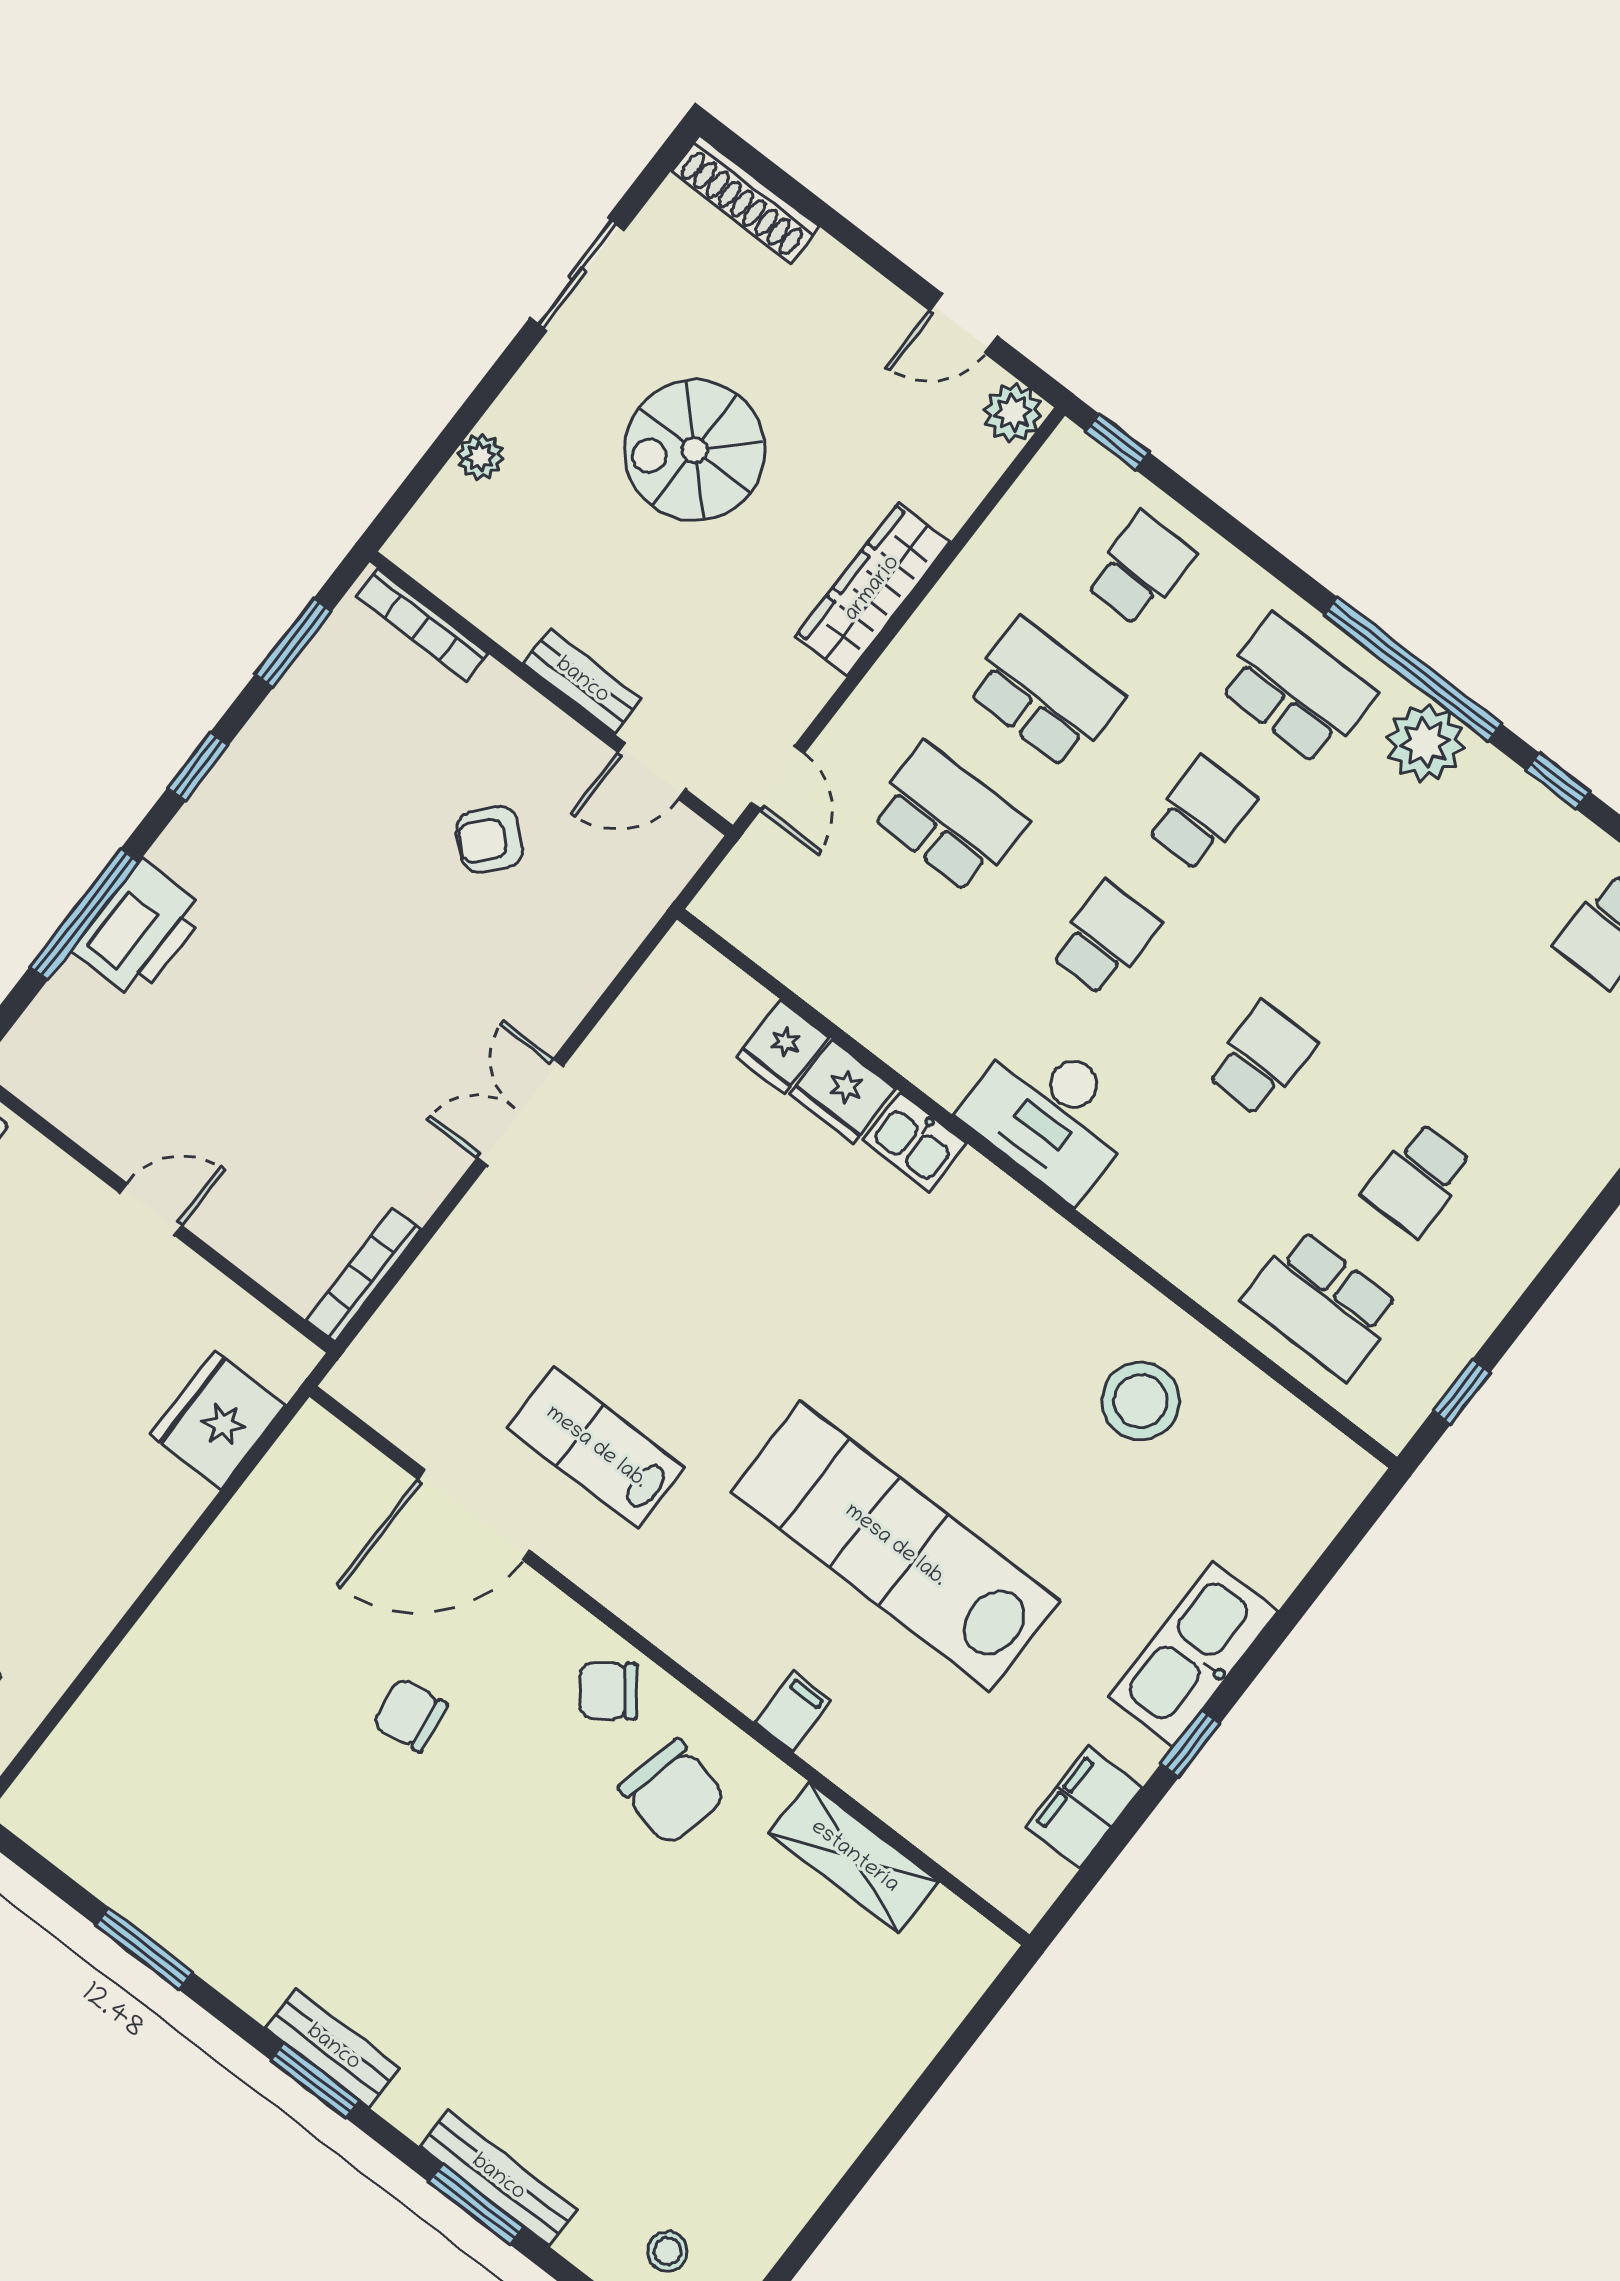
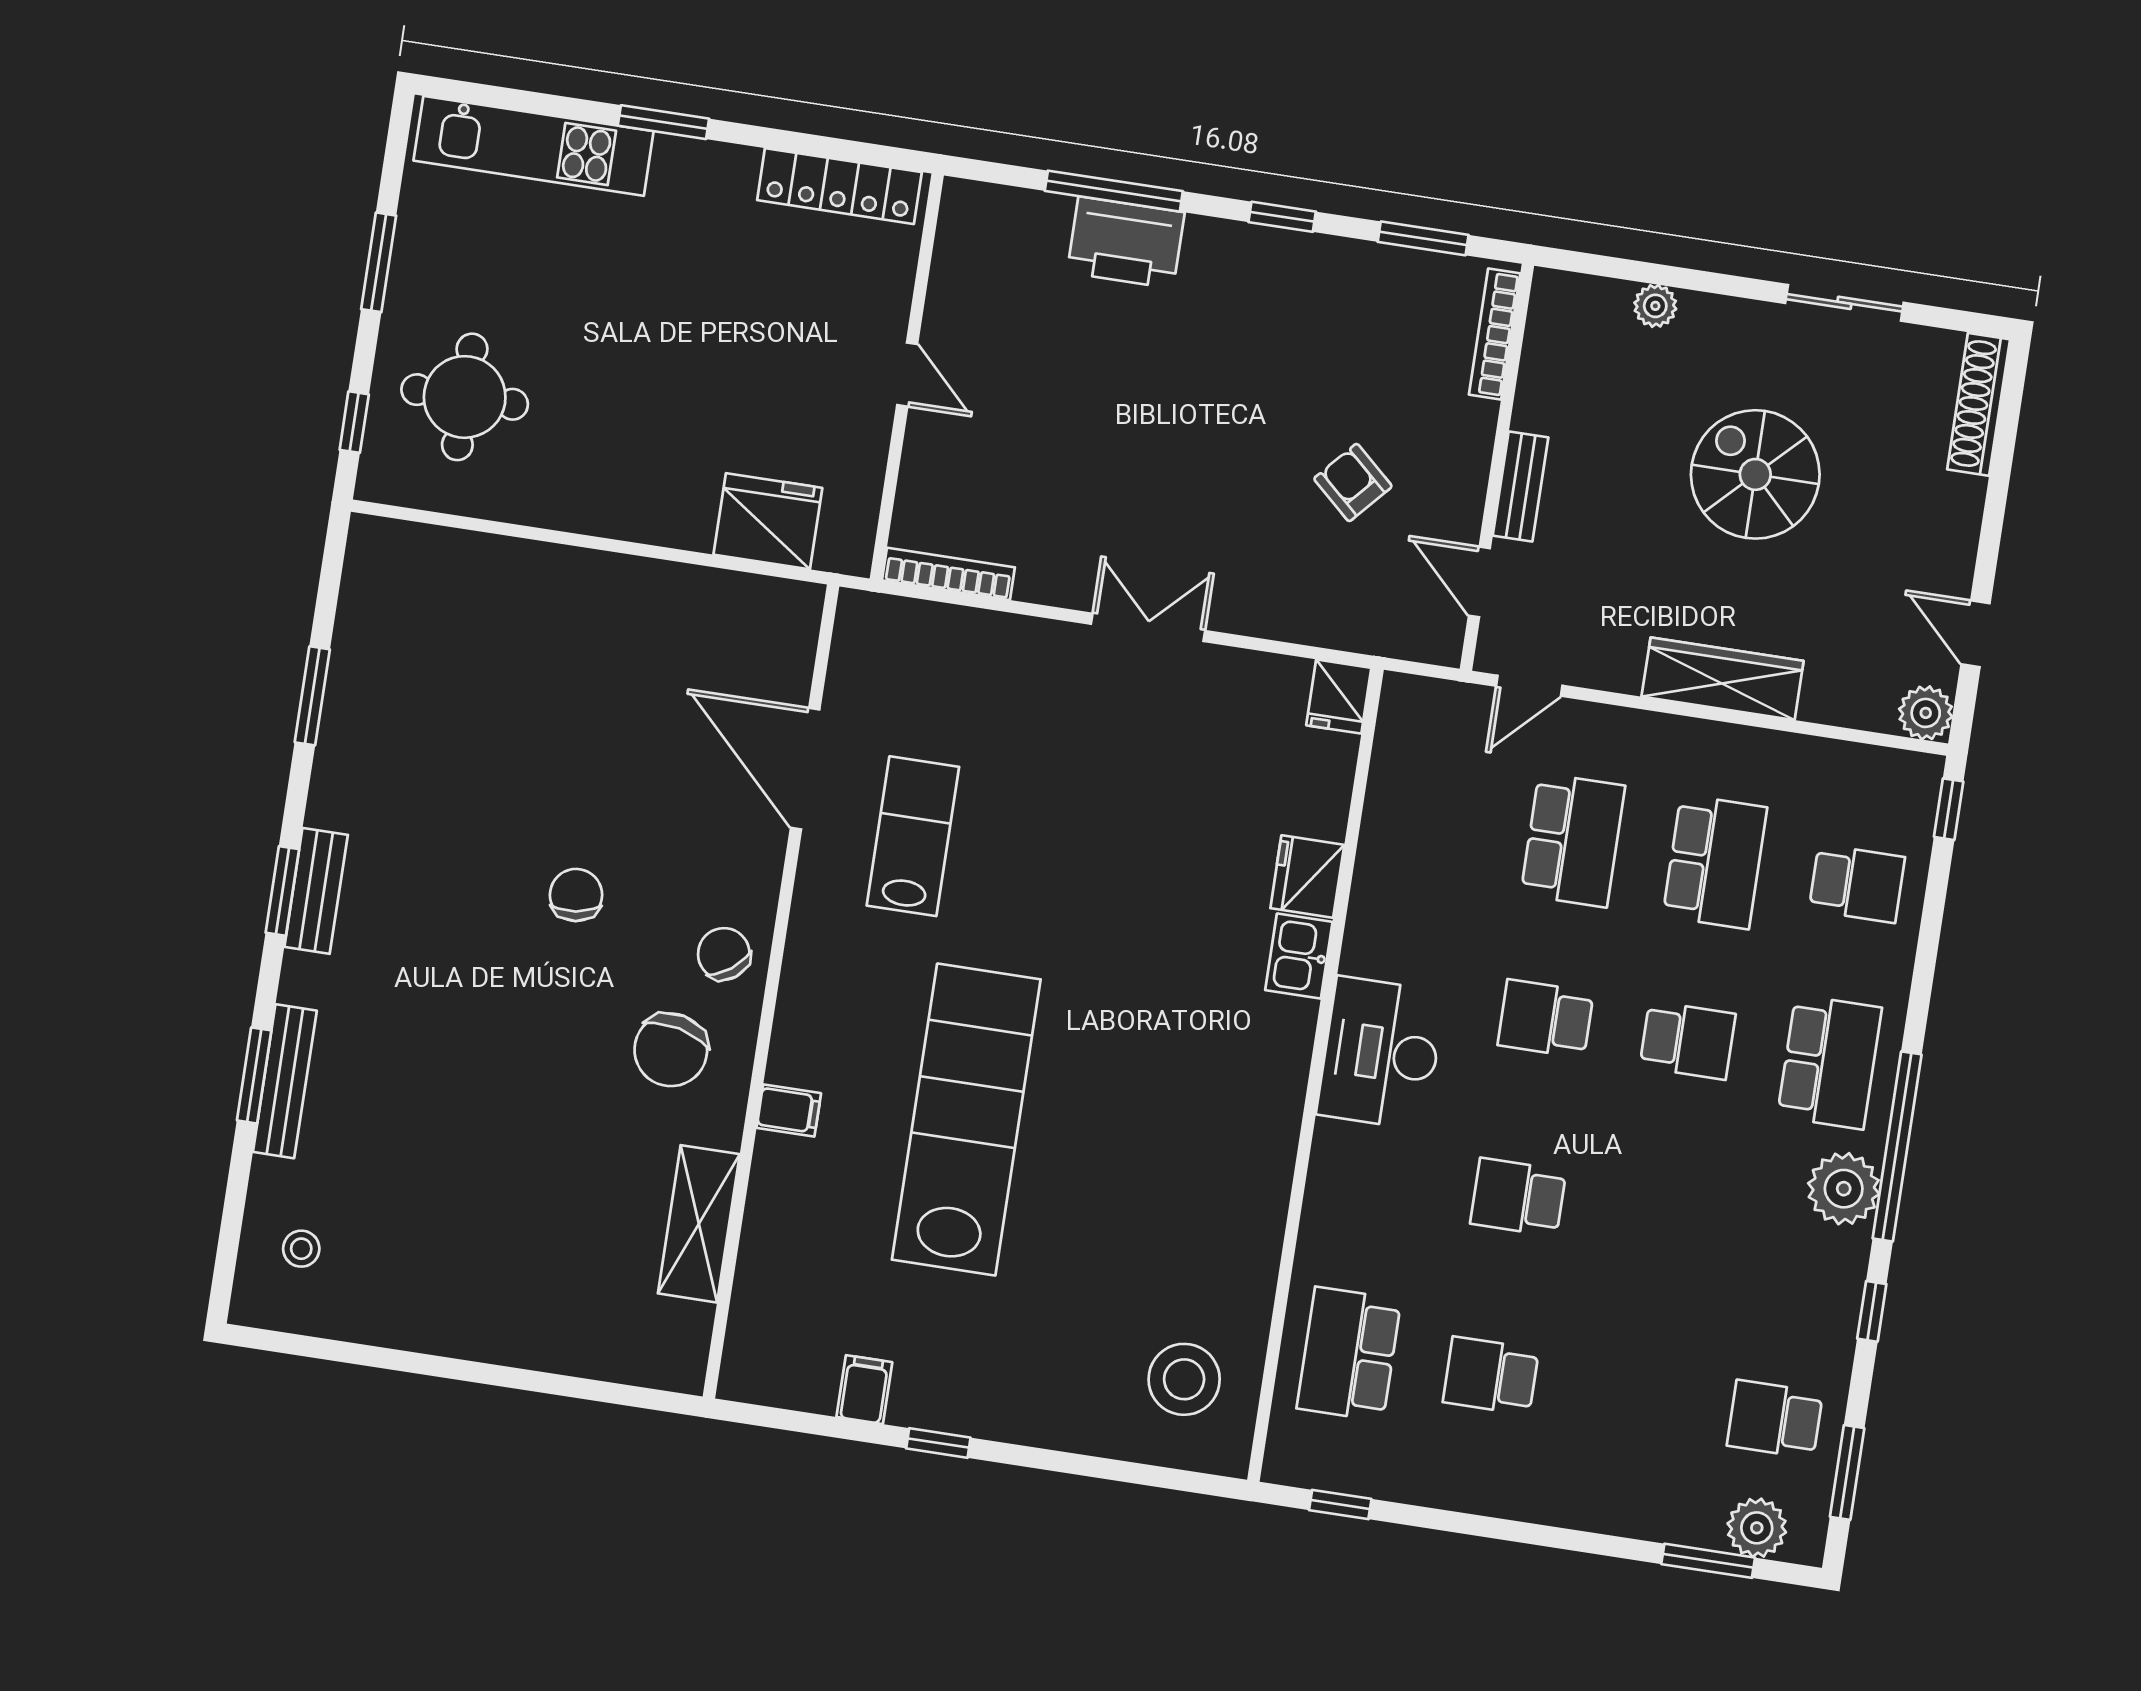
school desk: (1105, 938) -> (1546, 1019), turned 180
fridge: (782, 1047) -> (1339, 697), moved, turned -90
school desk: (1261, 1059) -> (1518, 1197), turned 180
stool: (1141, 1401) -> (1184, 1379), moved
kitchen sink: (1193, 1654) -> (1012, 1406), removed
chair: (410, 1715) -> (576, 895), moved
filing cabinet: (1084, 1807) -> (864, 1390), width x0.50

